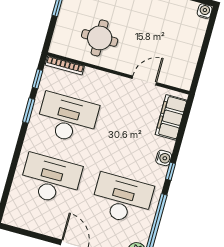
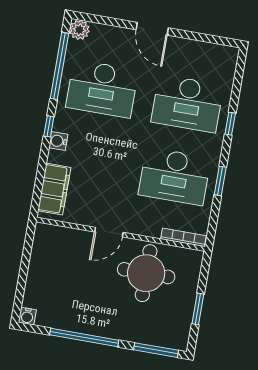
round table: (100, 38) -> (146, 273), width x1.36, depth x1.36
window: (37, 79) -> (230, 124), moved
door: (144, 81) -> (109, 232), moved

